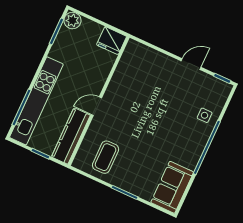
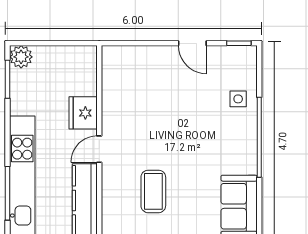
fridge: (112, 41) -> (83, 113), moved, turned 90
door: (191, 64) -> (192, 43), swing flipped
coffee table: (106, 157) -> (153, 191), moved

